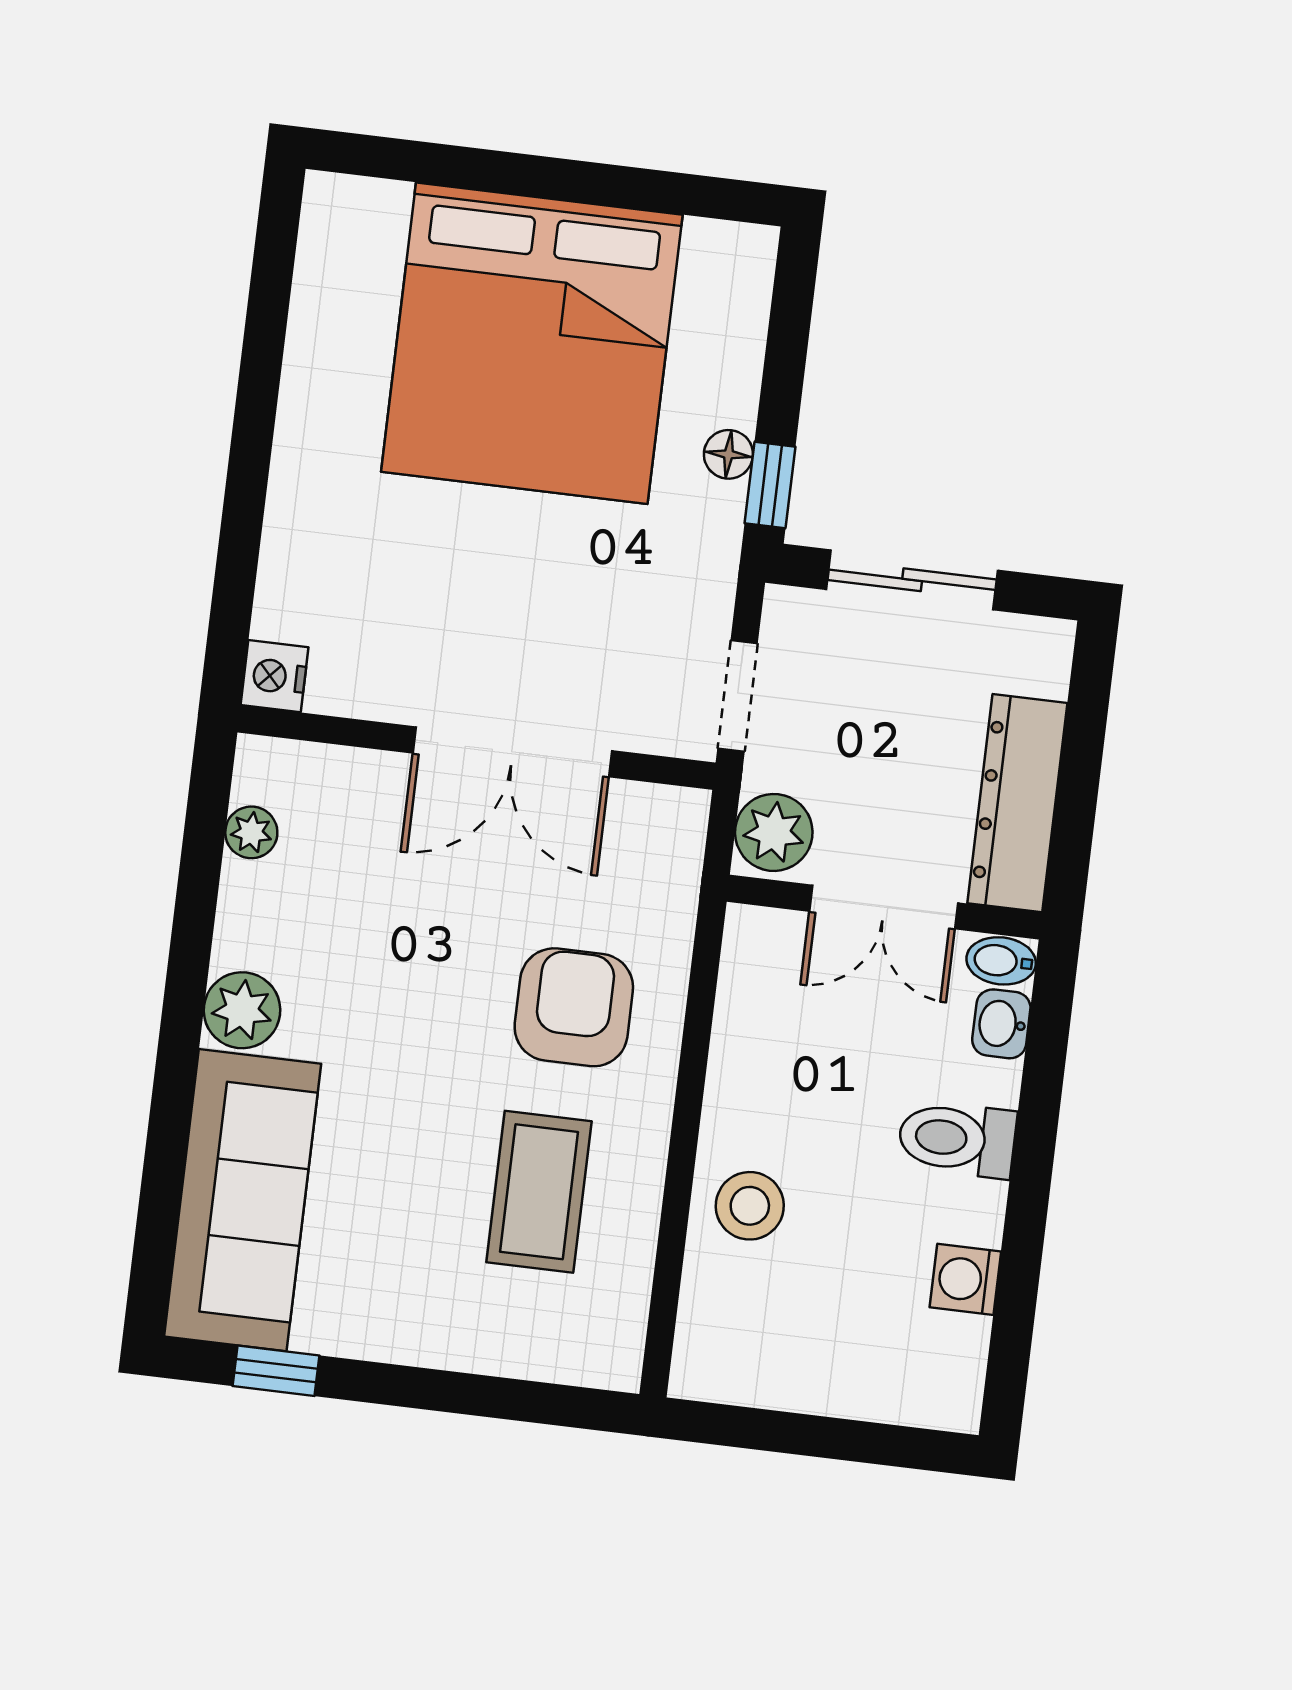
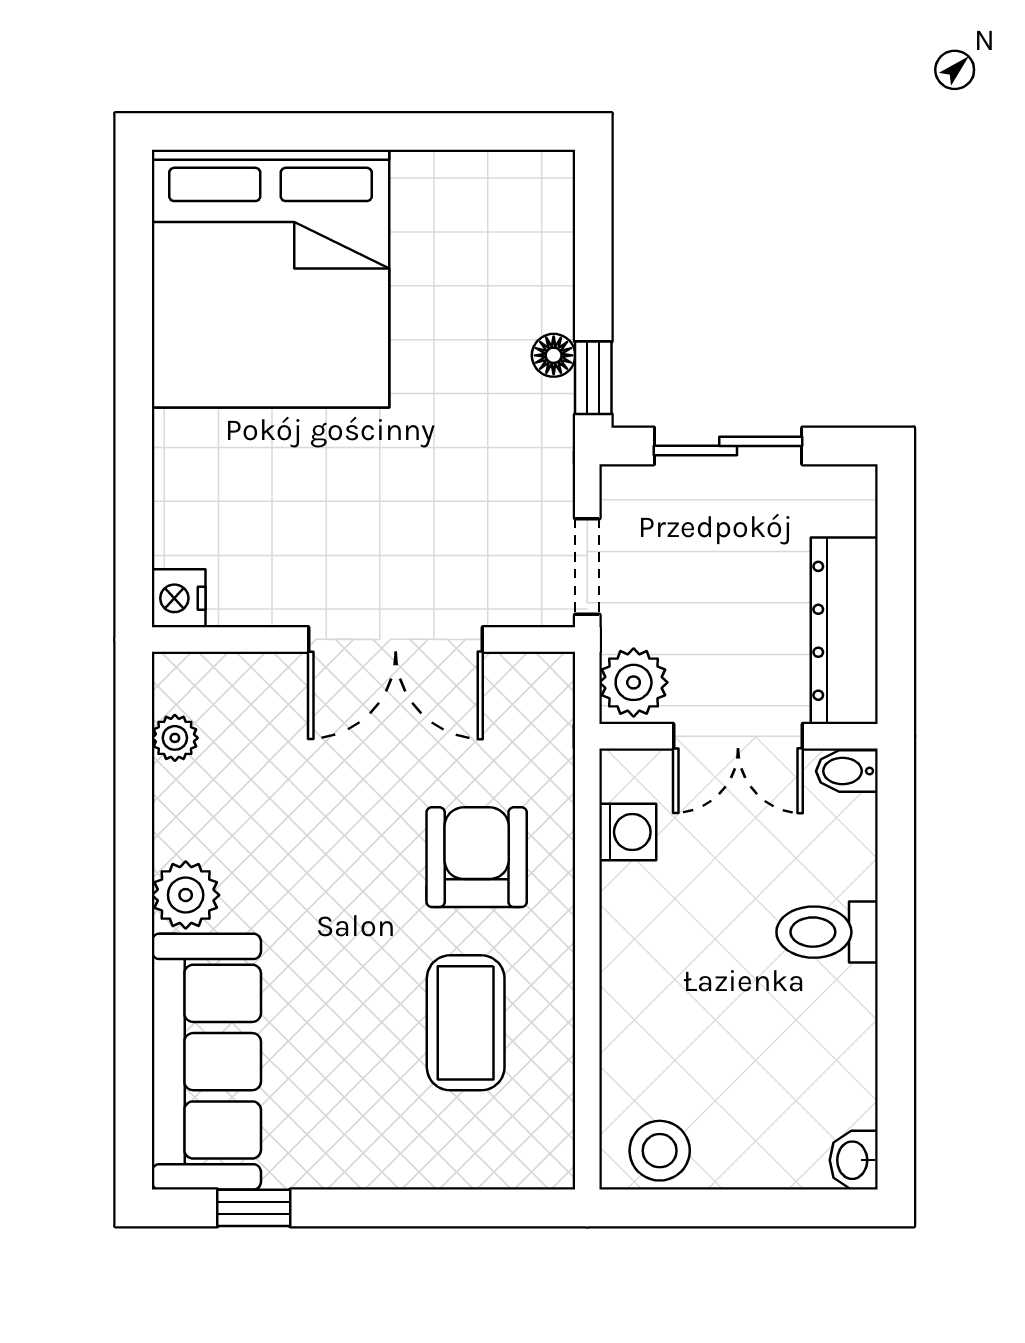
bed: (532, 343) -> (271, 279), moved
washbasin: (1001, 1024) -> (854, 1160), moved
stool: (750, 1206) -> (660, 1151), moved
washing machine: (965, 1279) -> (628, 832), moved, turned 180

